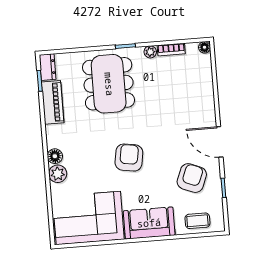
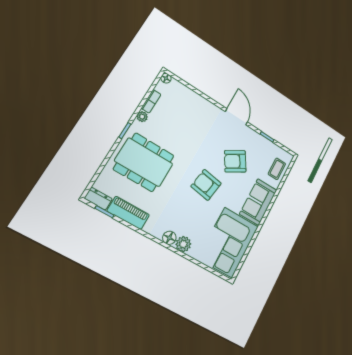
door: (220, 142) -> (236, 117), swing flipped
armchair: (192, 178) -> (235, 161), moved, turned -53

